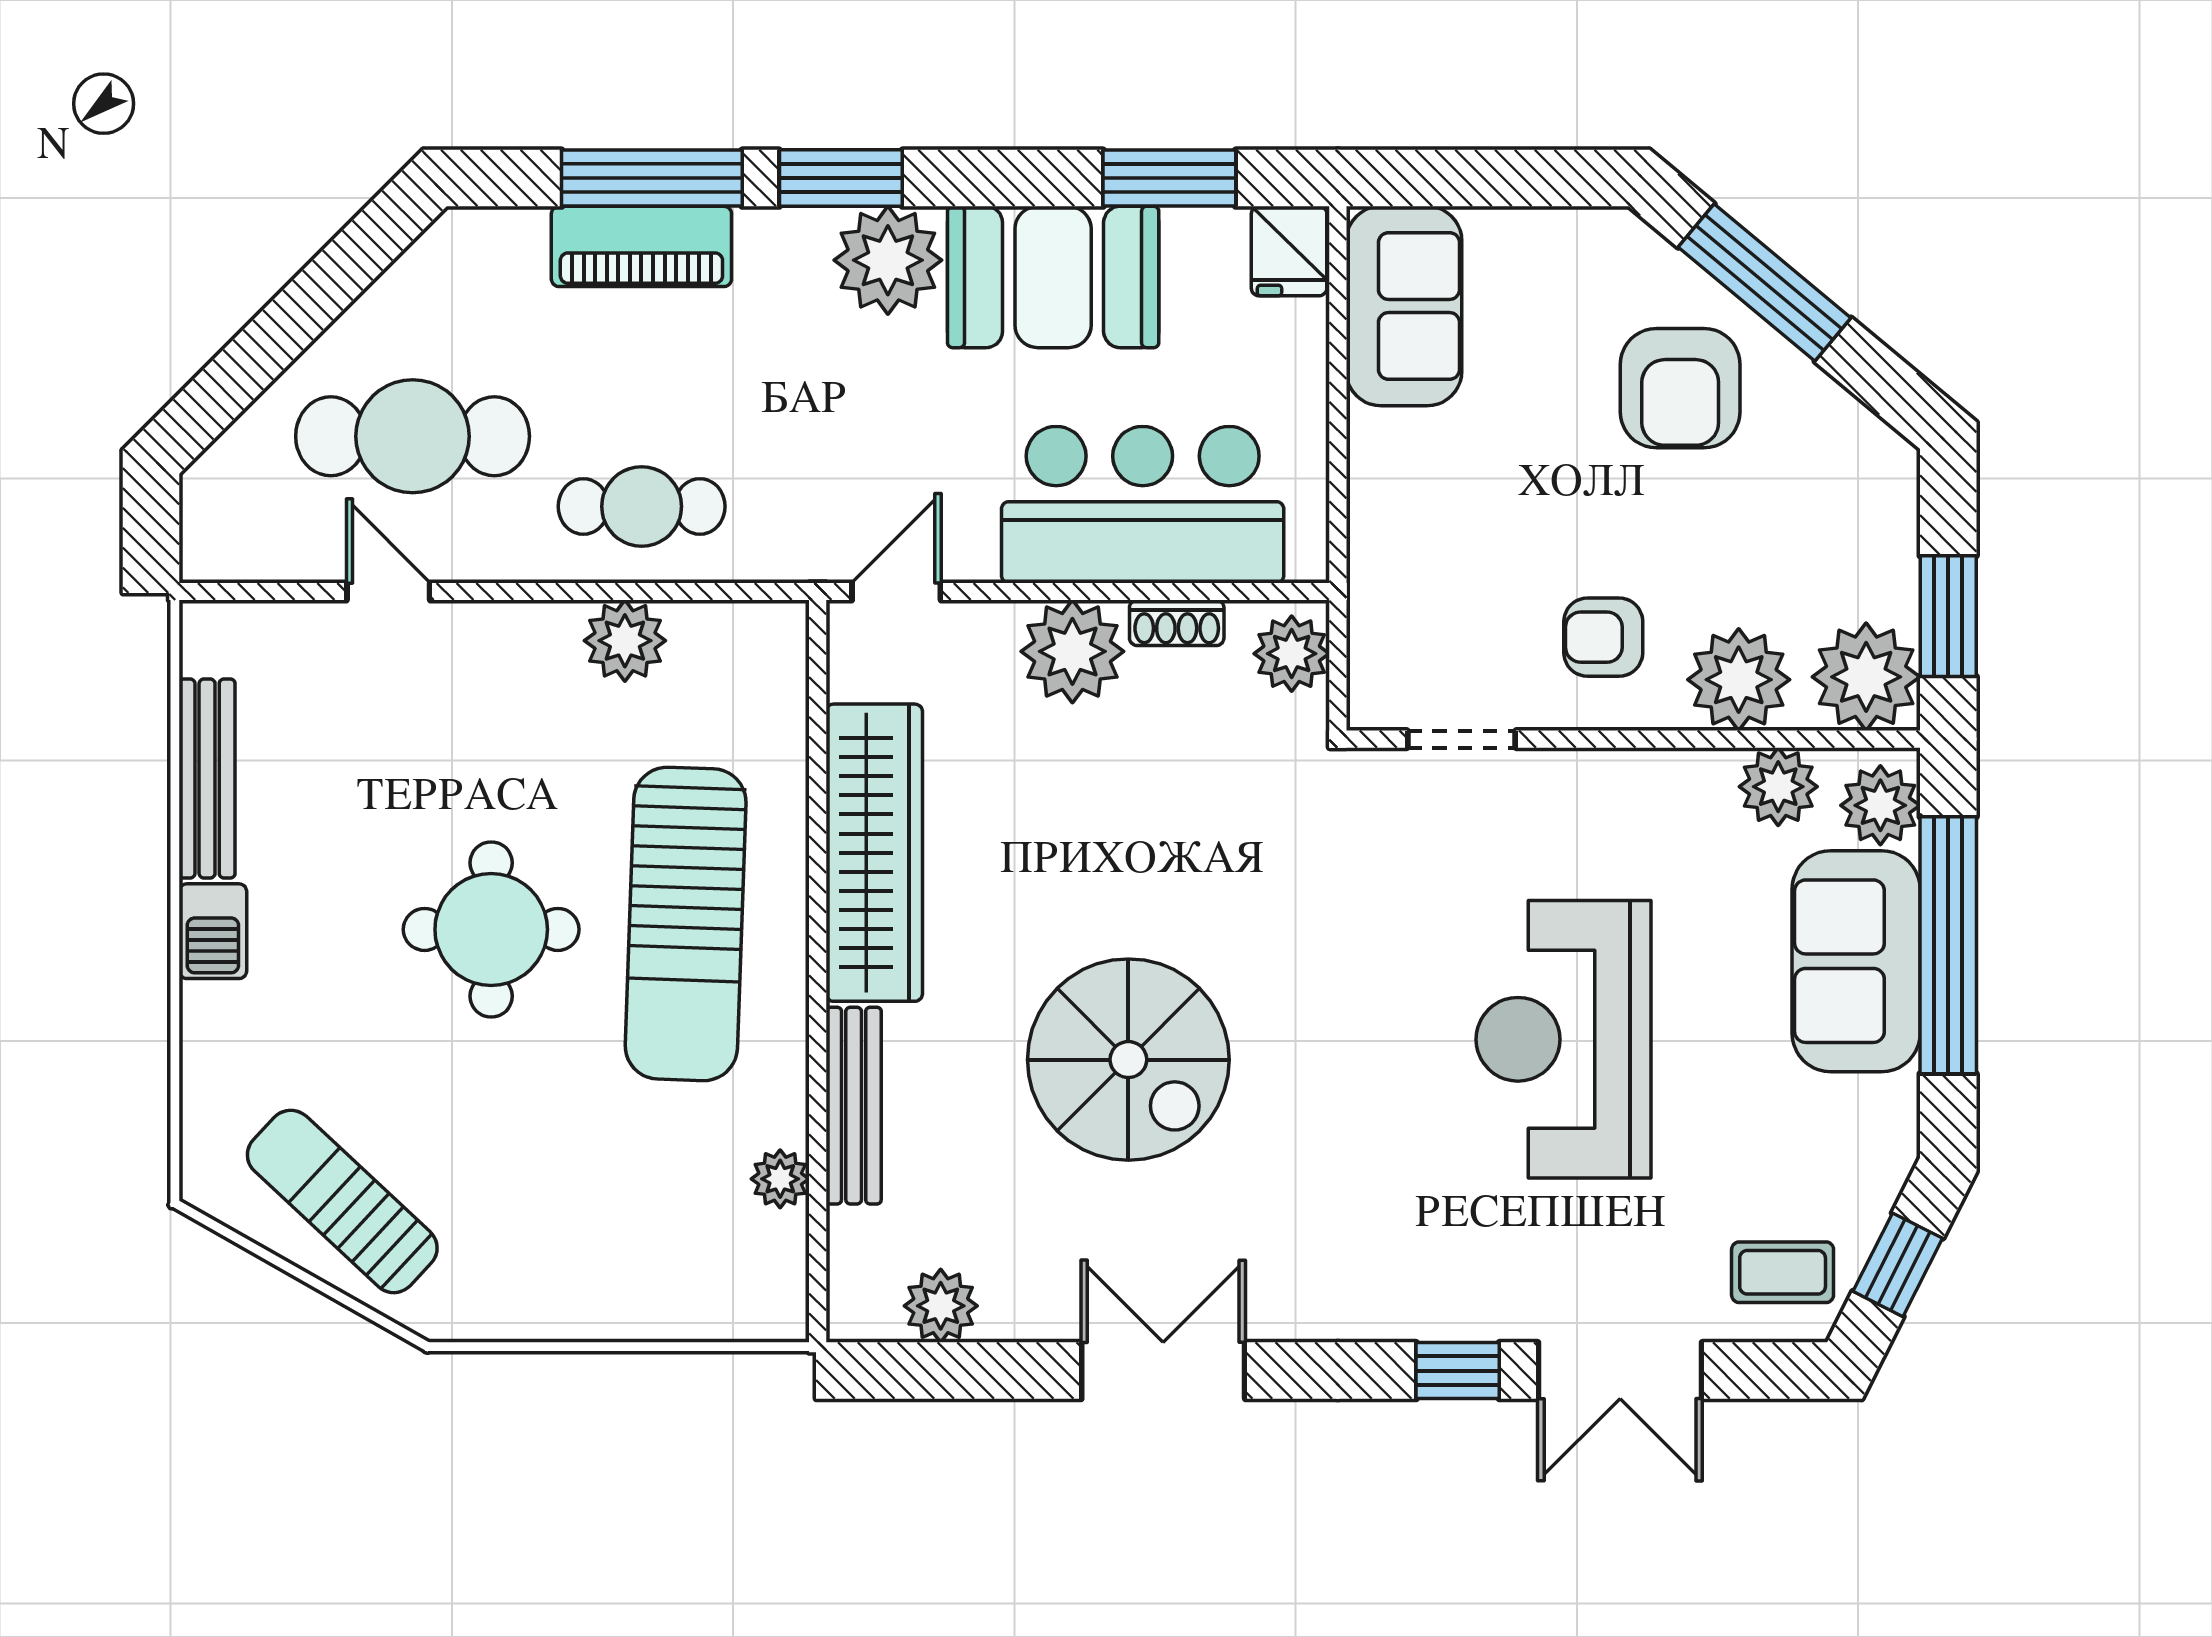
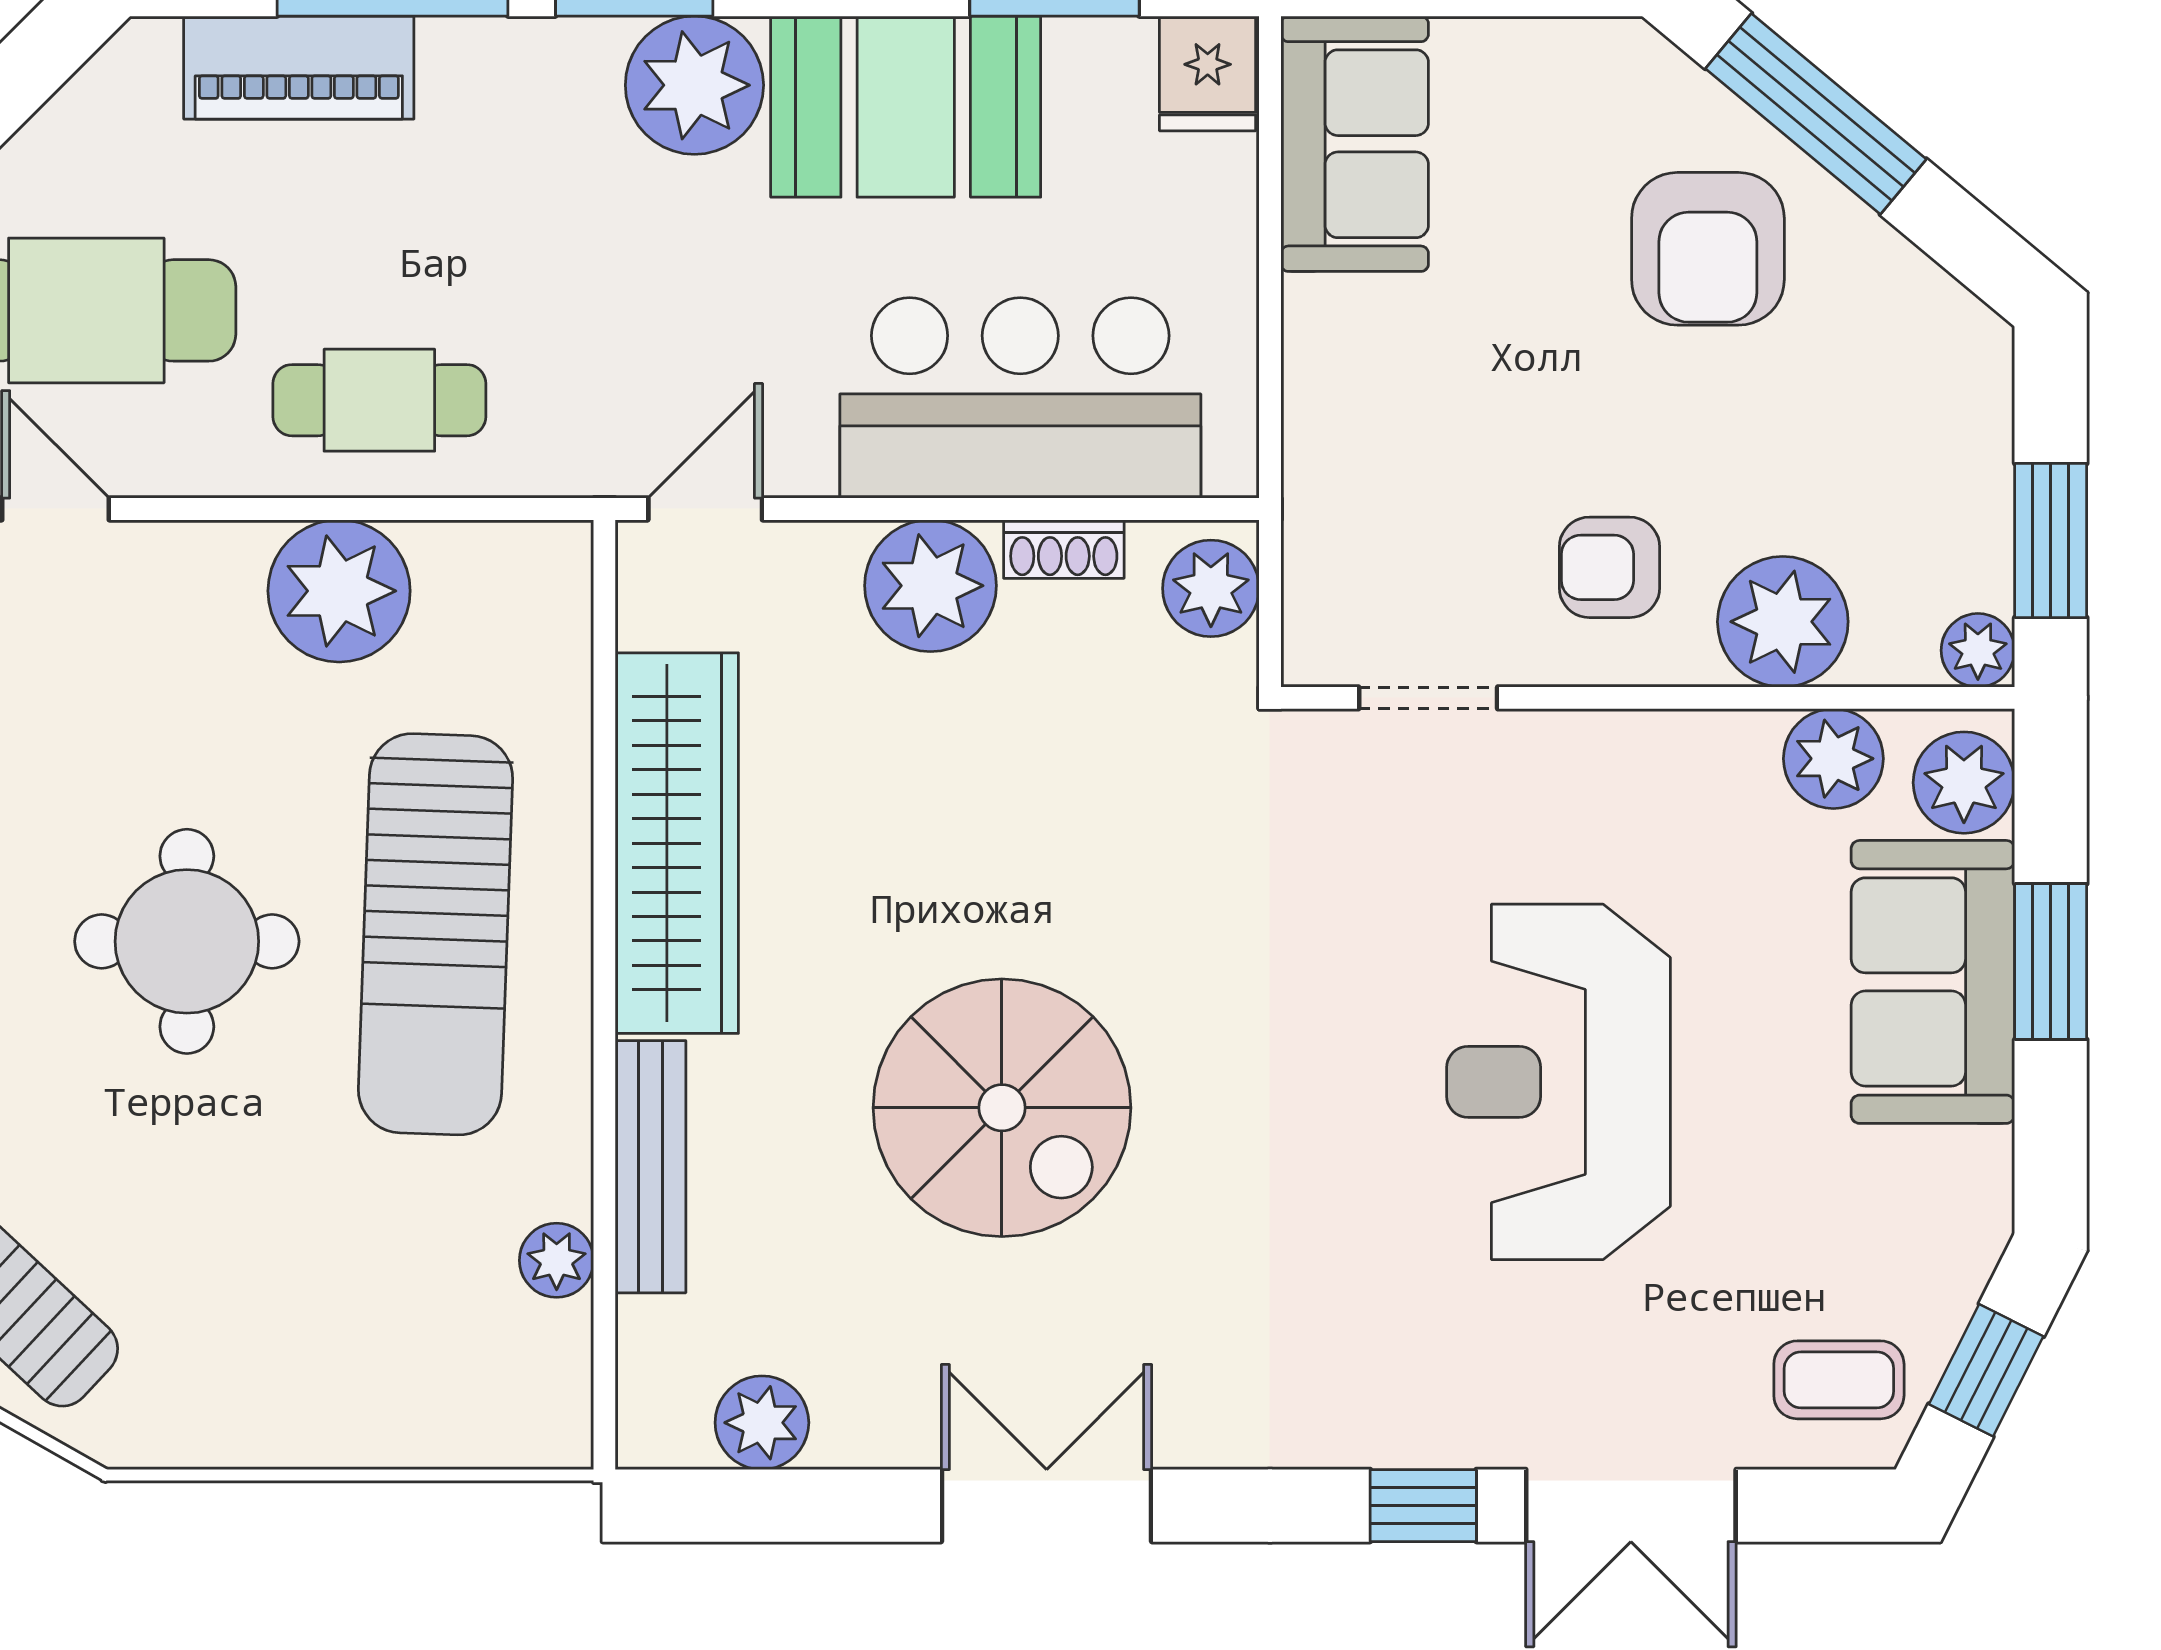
piano: (641, 246) -> (299, 68), moved
plant: (625, 641) -> (339, 591), width x1.36, depth x1.36
plant: (1866, 677) -> (1978, 650), width x0.53, depth x0.53
window: (1948, 945) -> (2051, 962), width x0.47

